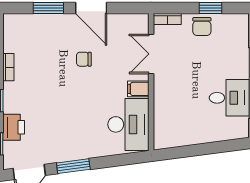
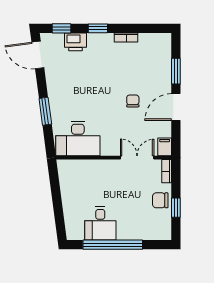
filing cabinet: (138, 89) -> (165, 147), moved
window: (73, 166) -> (45, 111), moved

